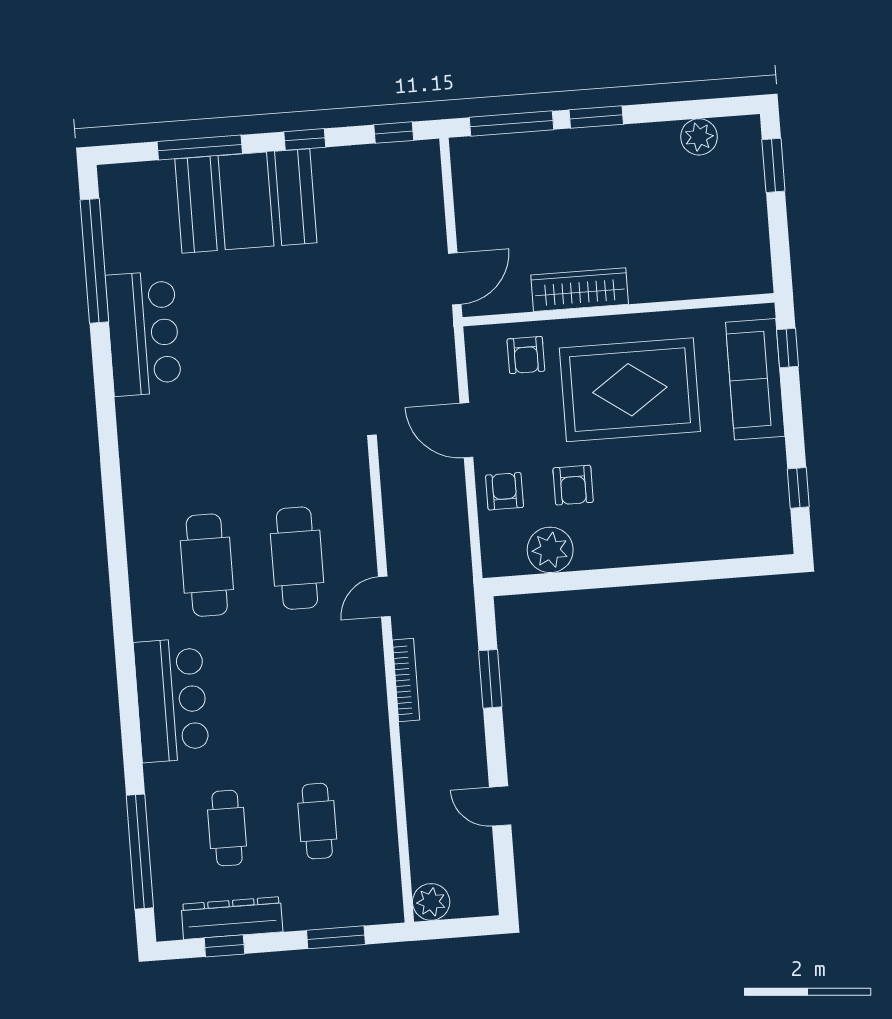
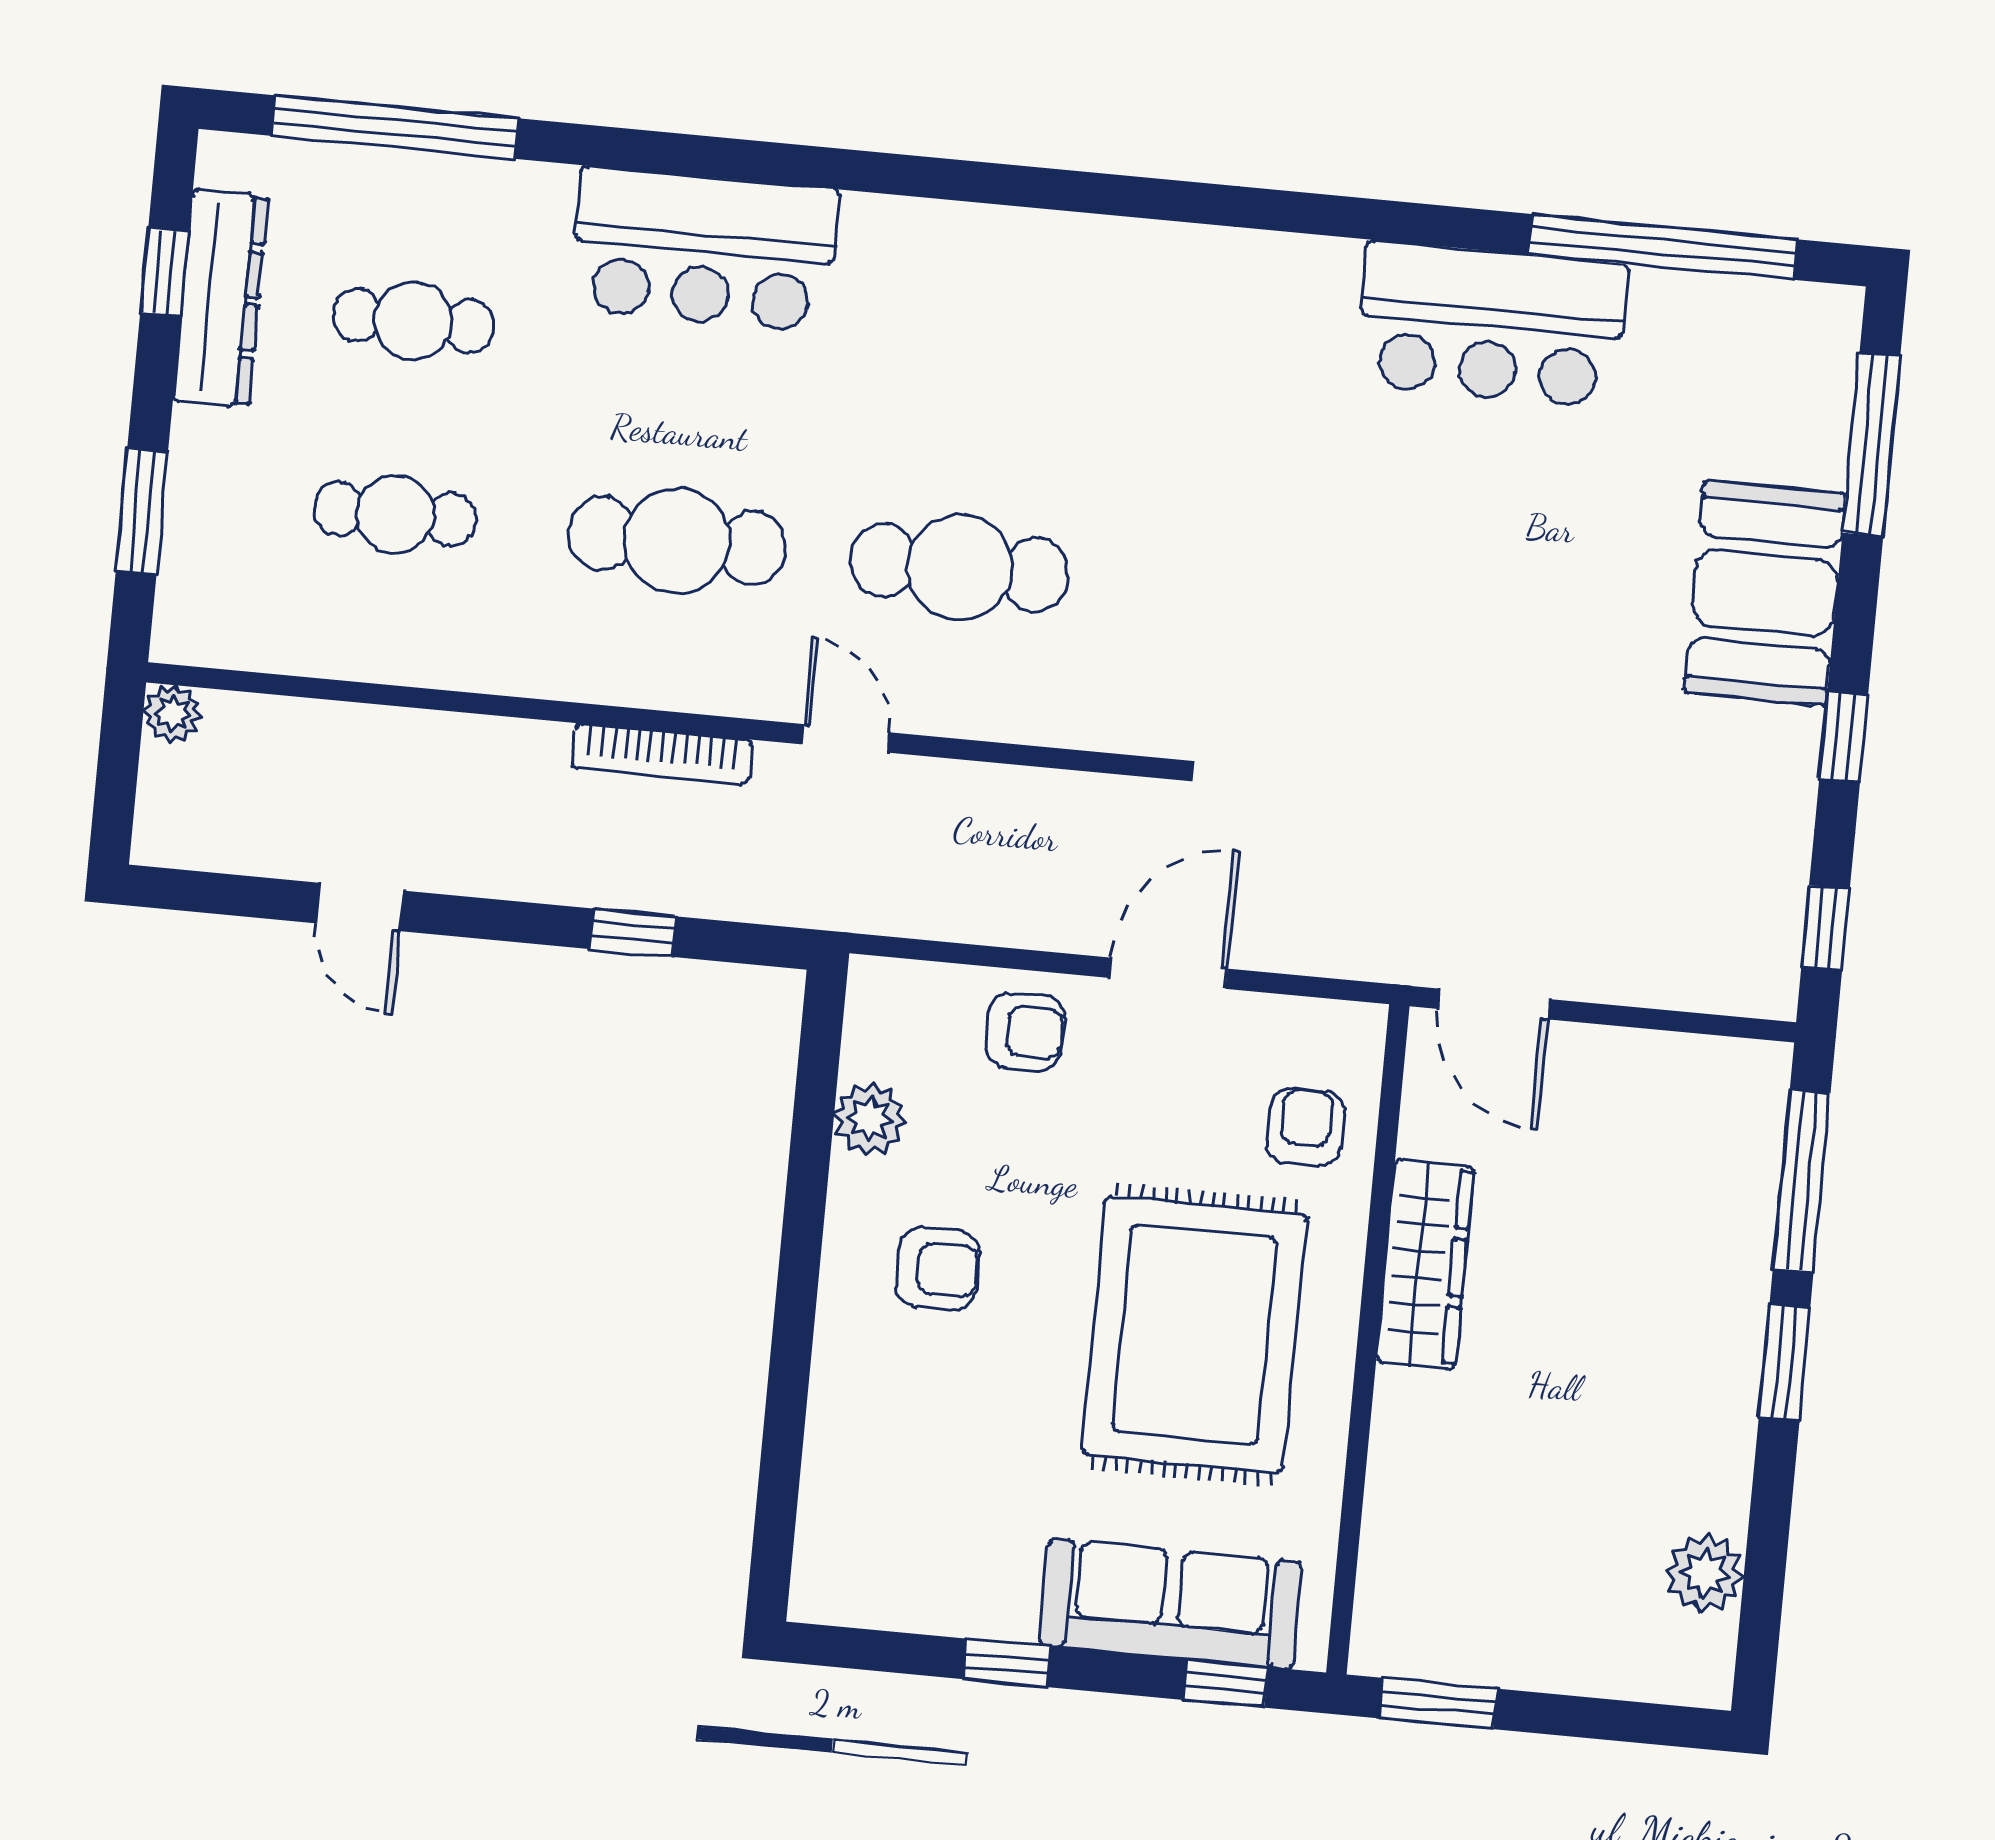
window: (200, 147) -> (1871, 444), moved
window: (773, 165) -> (1438, 1704), moved
booth: (246, 201) -> (1765, 593), width x0.73, depth x0.70
armchair: (526, 355) -> (1306, 1127), turned 90
armchair: (573, 485) -> (938, 1269), moved, turned 180
window: (798, 488) -> (1007, 1663), moved
plant: (550, 550) -> (870, 1119), width x0.73, depth x0.73
cafe table: (207, 565) -> (677, 541), moved
window: (490, 679) -> (633, 933), width x0.67
door: (500, 806) -> (360, 907), swing flipped
plant: (431, 902) -> (172, 714), width x0.73, depth x0.73

